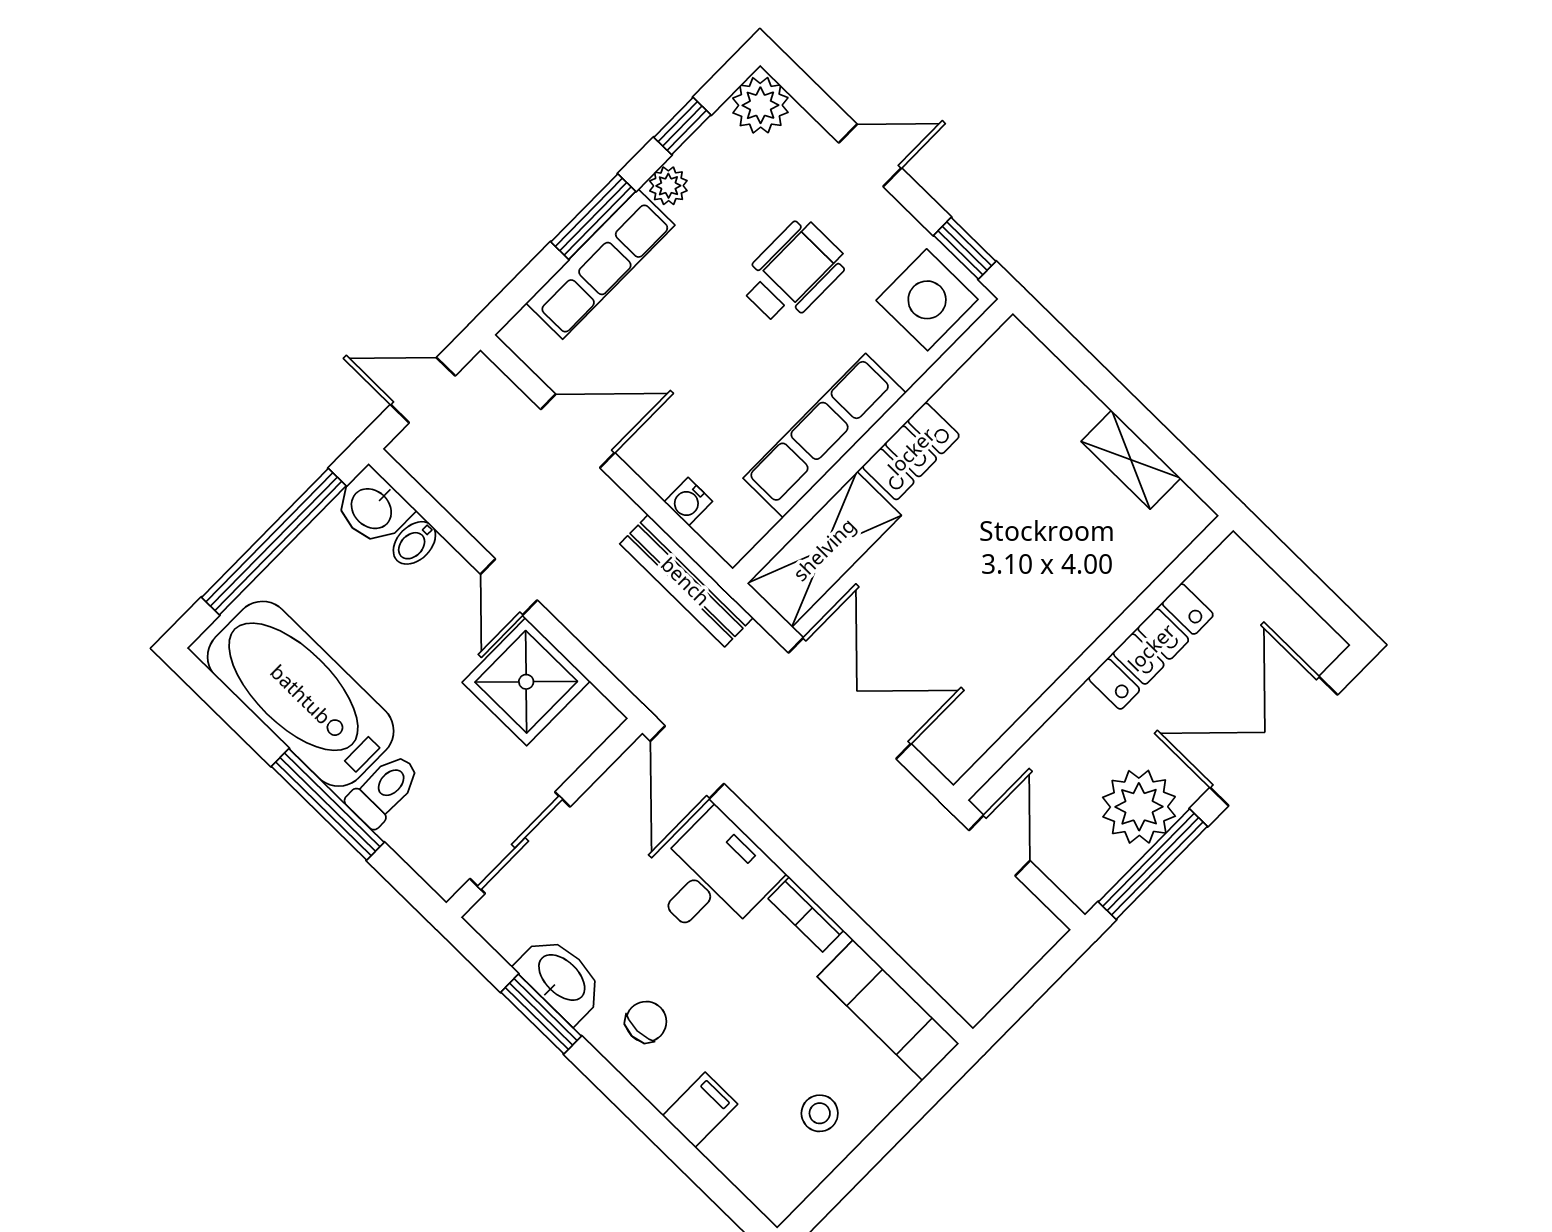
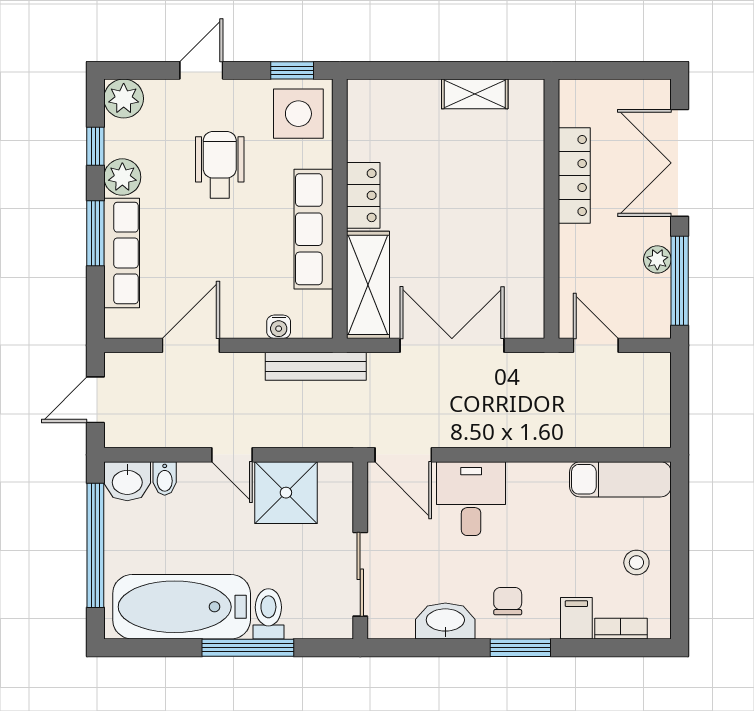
plant: (668, 186) -> (122, 177), width x1.38, depth x1.38
plant: (1139, 807) -> (657, 259), width x0.53, depth x0.53
bookcase: (806, 914) -> (621, 629), moved, turned 180
window: (541, 1014) -> (520, 648), moved

